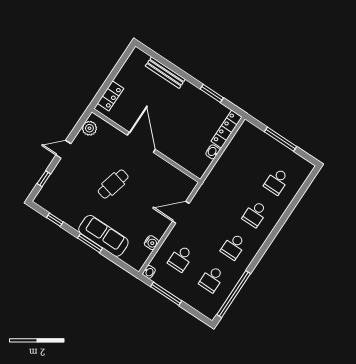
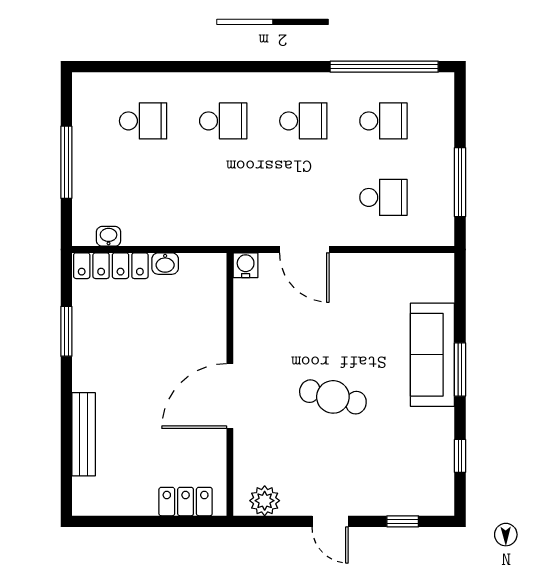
water cooler: (151, 243) -> (246, 265), moved
washbasin: (149, 272) -> (109, 236), moved

